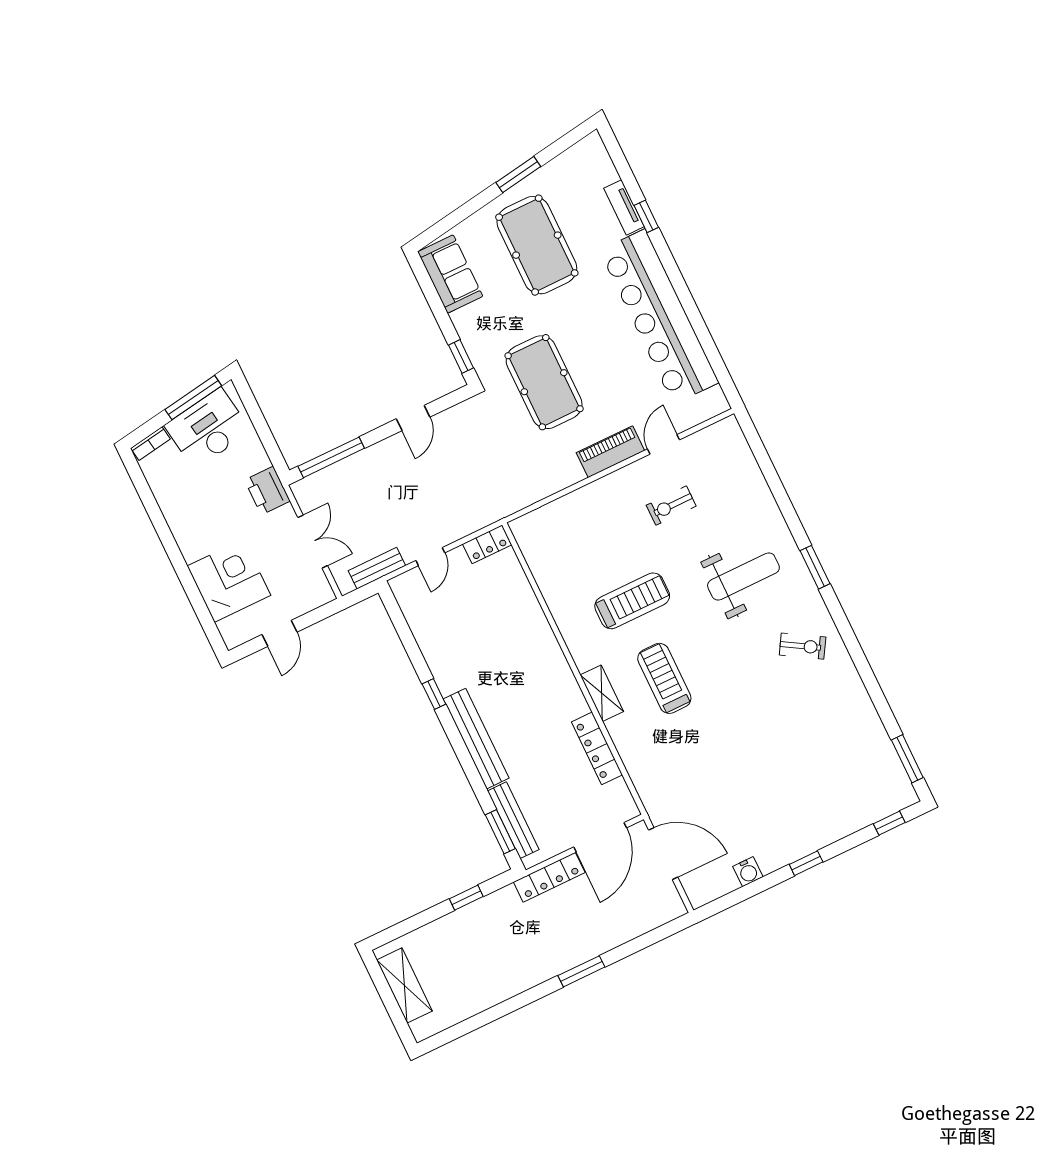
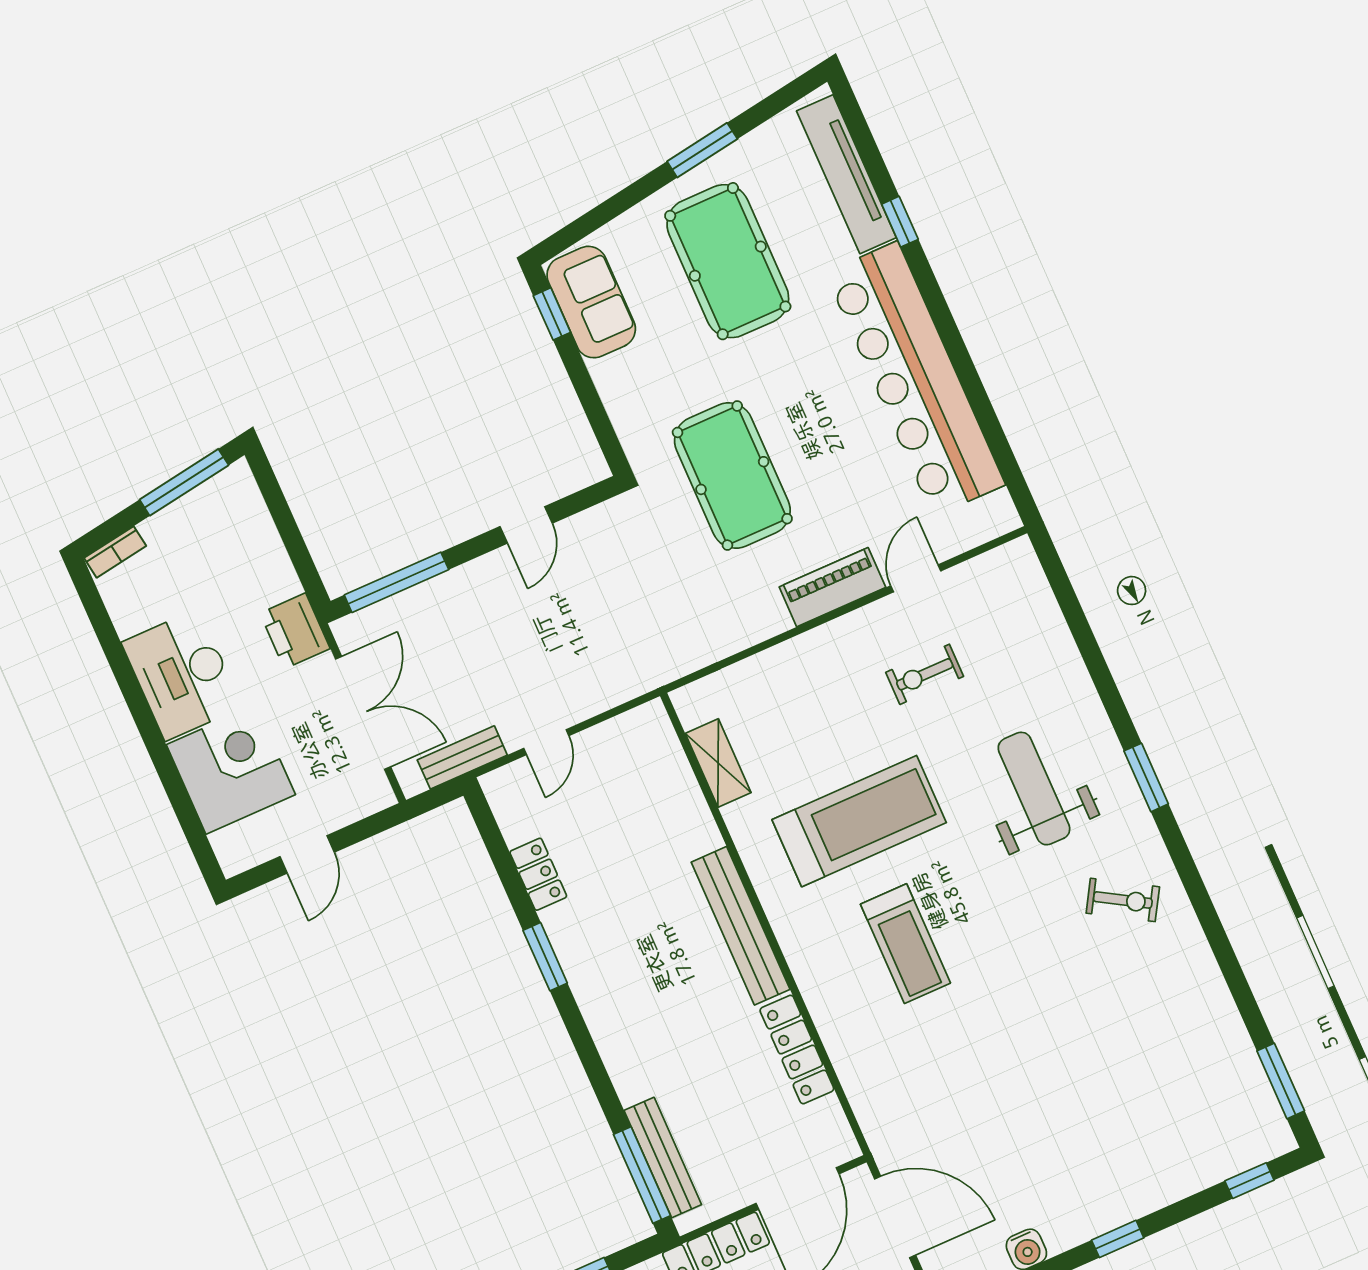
tv unit: (624, 207) -> (846, 174), width x1.92, depth x1.29
window: (461, 356) -> (552, 314), moved
desk: (208, 428) -> (182, 675), moved, turned -81
double door: (313, 542) -> (363, 713), width x1.37
locker: (487, 544) -> (538, 874), moved, turned -90
weight bench: (743, 577) -> (1034, 789), turned -90
treadmill: (632, 601) -> (859, 821), width x1.37, depth x1.38
treadmill: (664, 678) -> (905, 944), turned 180
shelving: (602, 693) -> (718, 763), moved
window: (434, 694) -> (545, 957), width x1.50
bench: (476, 739) -> (741, 926), moved
window: (500, 832) -> (642, 1175), width x1.44

